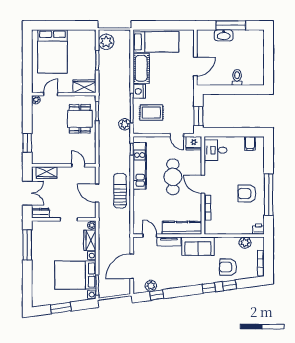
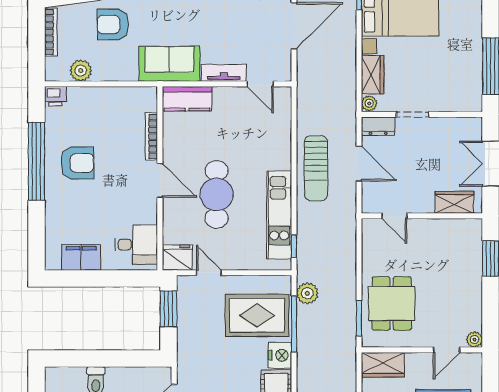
rug: (151, 113) -> (257, 315), width x1.36, depth x1.43
filing cabinet: (250, 143) -> (81, 257), width x2.00
dresser: (40, 213) -> (378, 126), moved
kitchen counter: (182, 228) -> (187, 99), width x0.67
armchair: (228, 267) -> (113, 24), turned 180

